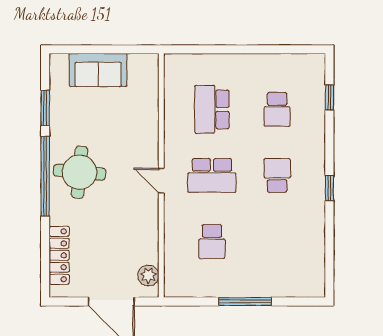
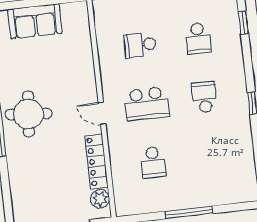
school desk: (212, 109) -> (140, 45), width x0.54
locker: (59, 255) -> (96, 161), moved, turned 180

